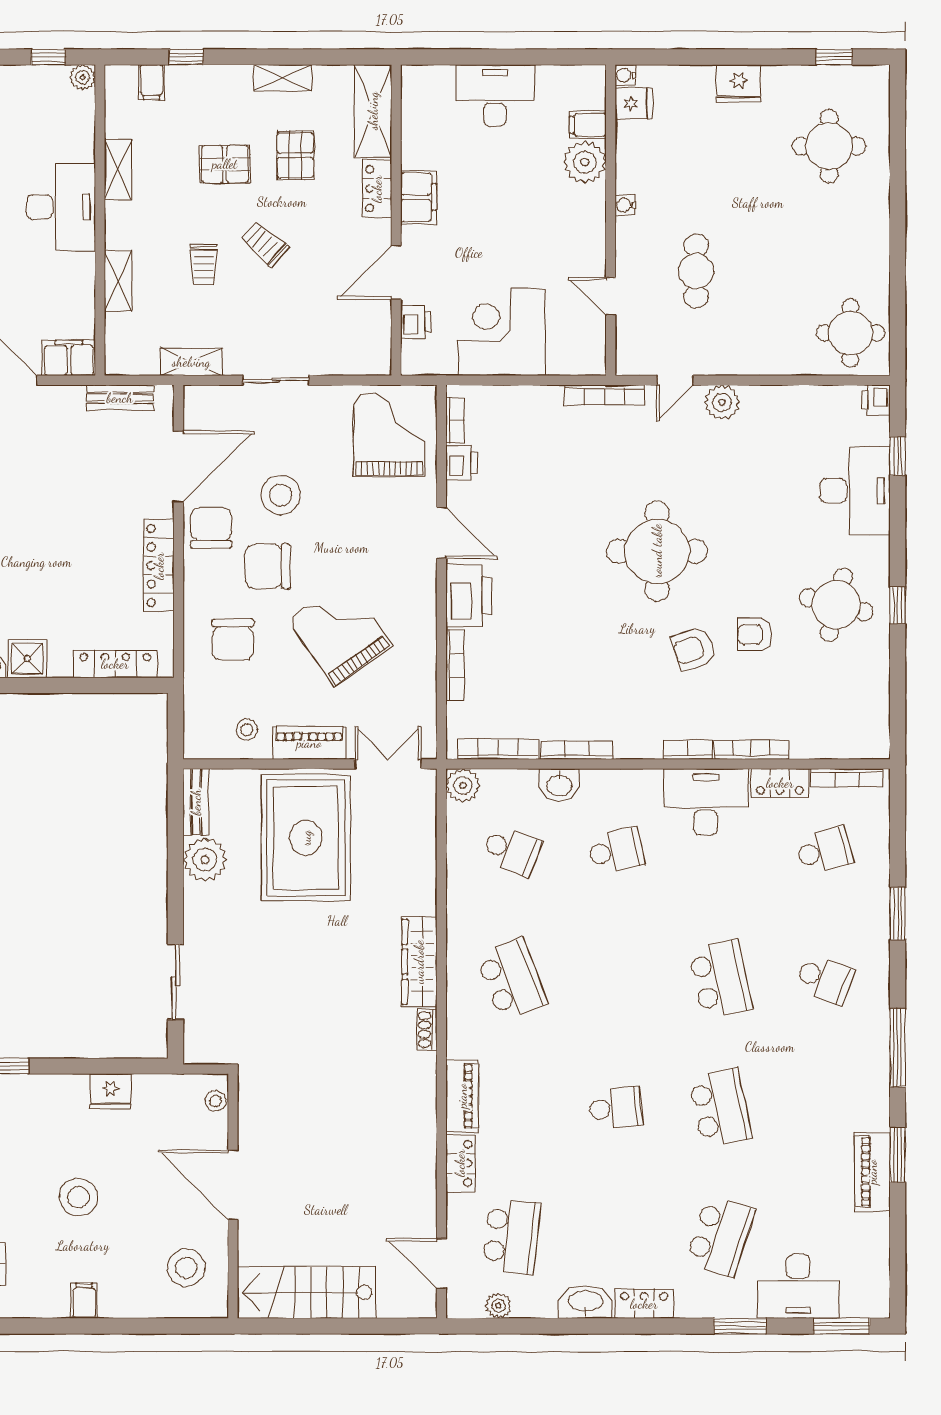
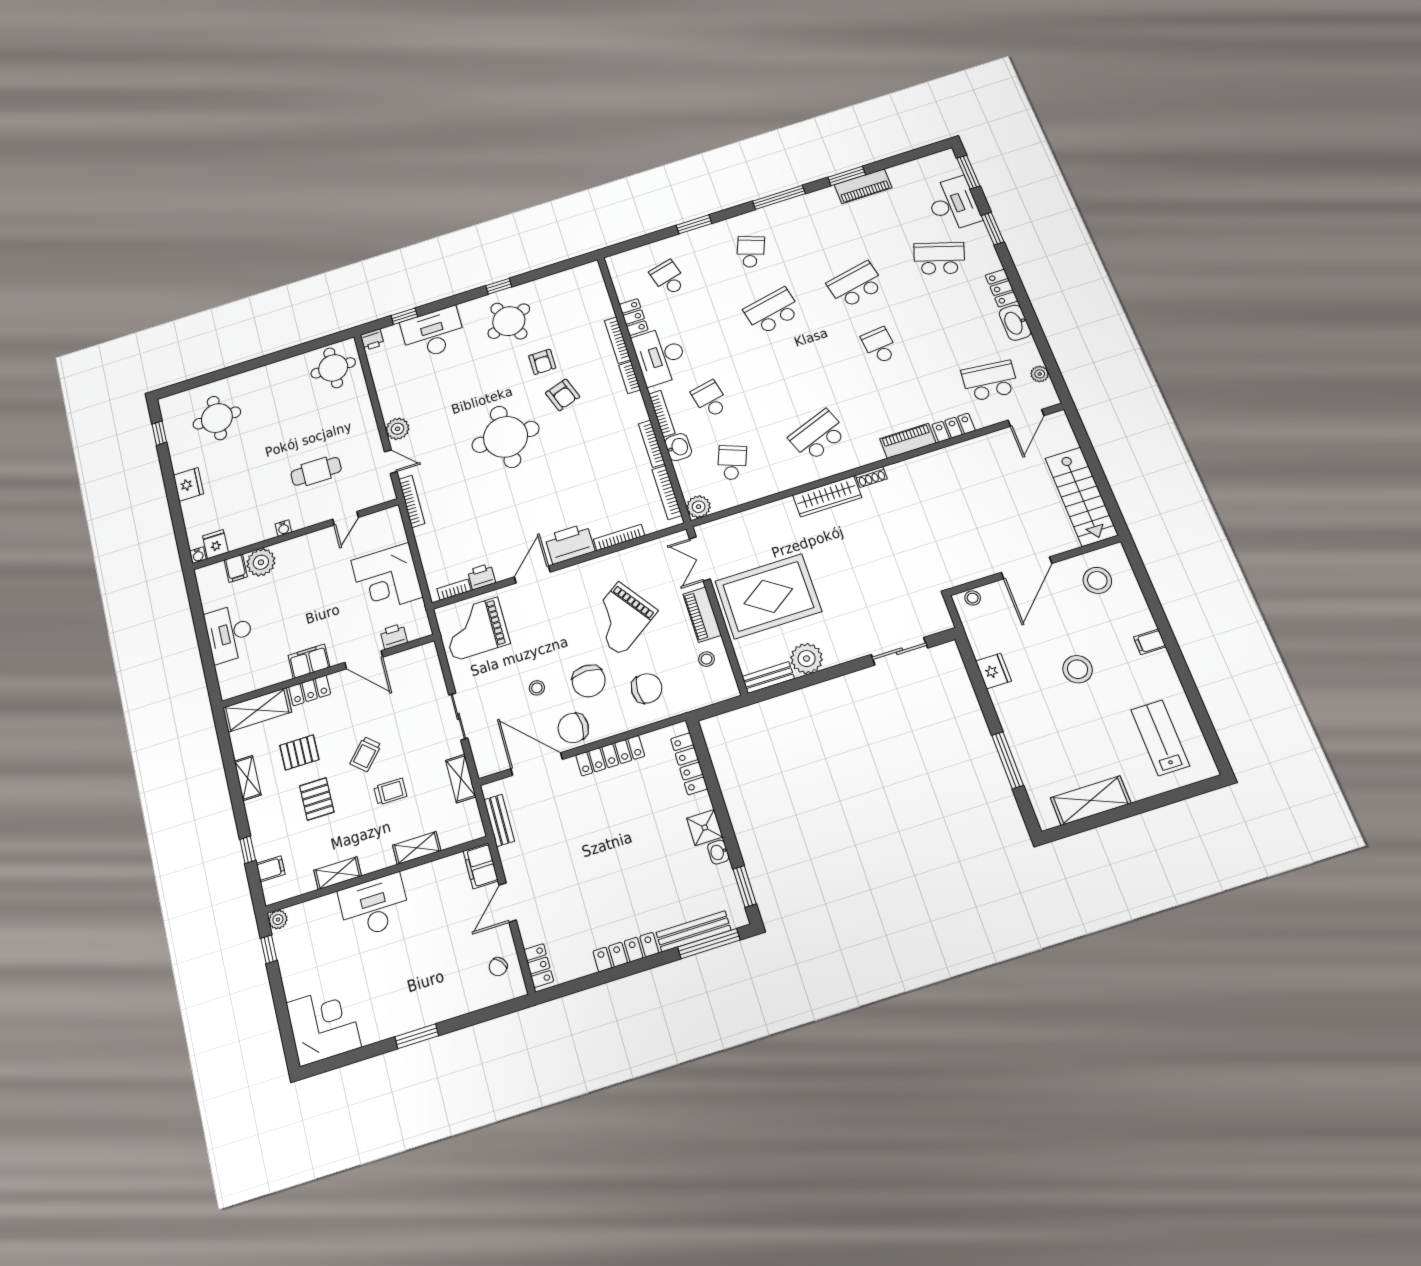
stool: (281, 495) -> (537, 688), width x0.53, depth x0.53
round table: (836, 605) -> (509, 321), turned -38
bookcase: (847, 778) -> (662, 414), moved

